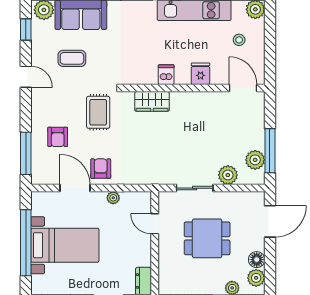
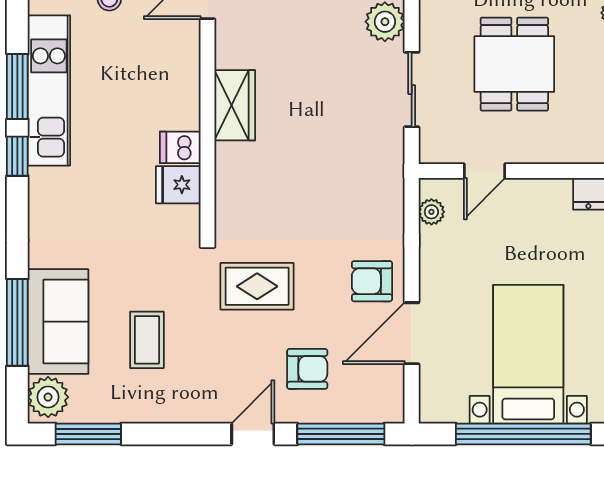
window: (26, 30) -> (88, 434), width x1.50
fridge: (201, 74) -> (178, 185), moved
door: (26, 77) -> (253, 434), moved
wardrobe: (152, 101) -> (235, 105), moved
plant: (113, 198) -> (431, 212), moved

